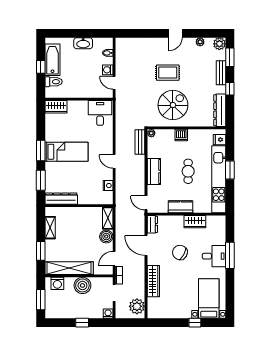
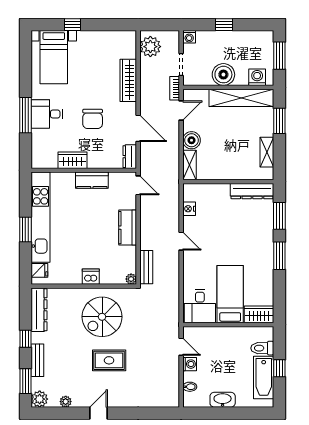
bed: (66, 152) -> (230, 294), moved, turned 90
cafe table: (188, 171) -> (82, 228), removed
chair: (180, 252) -> (93, 119), turned 61

